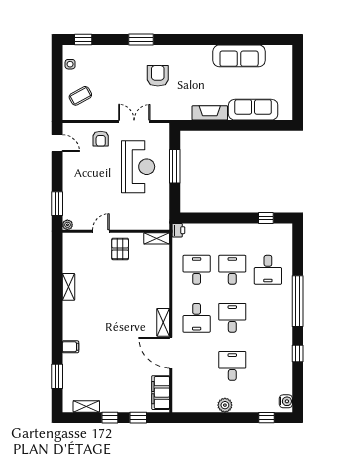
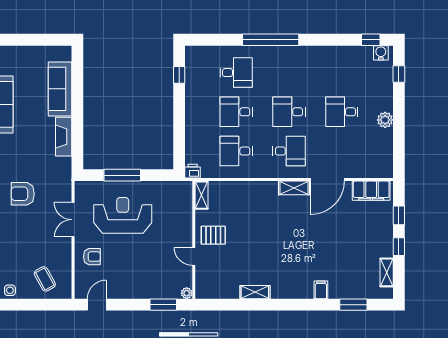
window: (298, 354) -> (371, 40), moved

